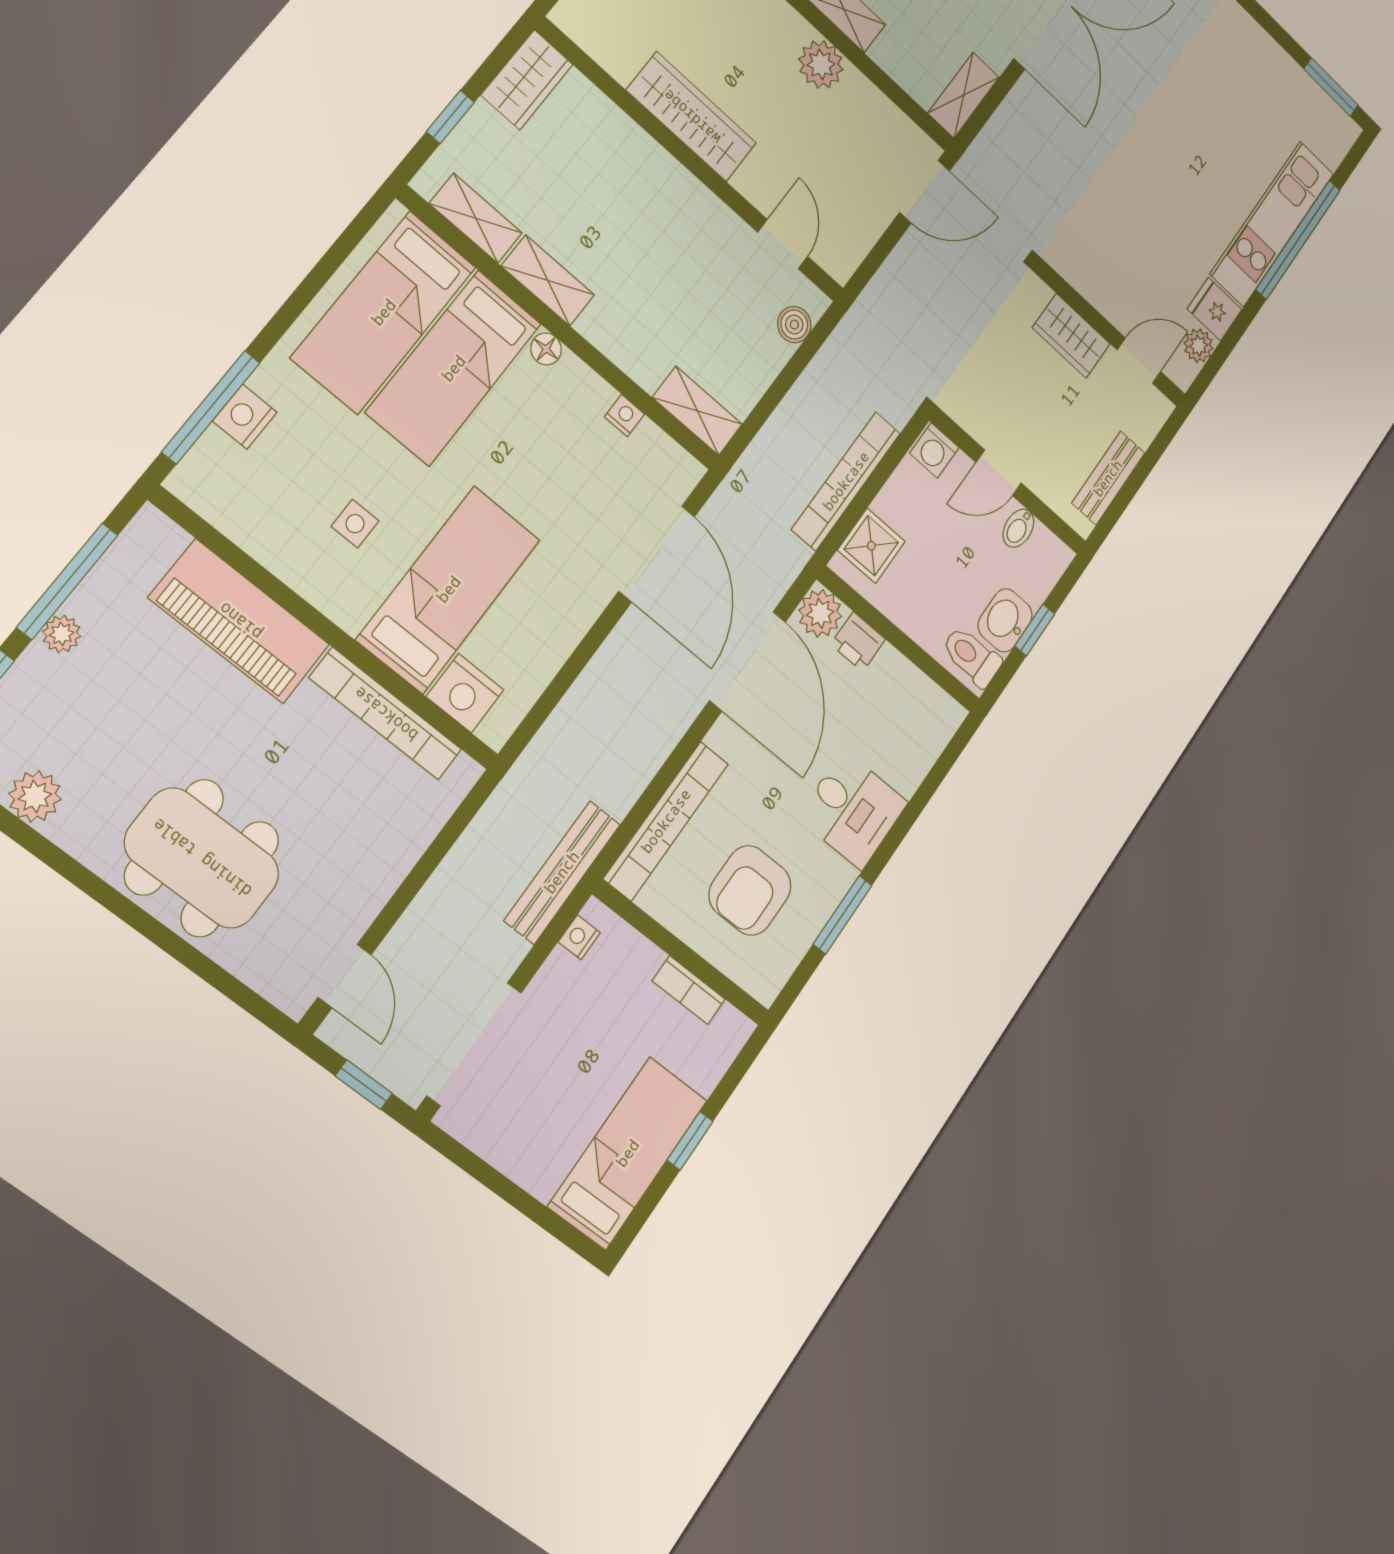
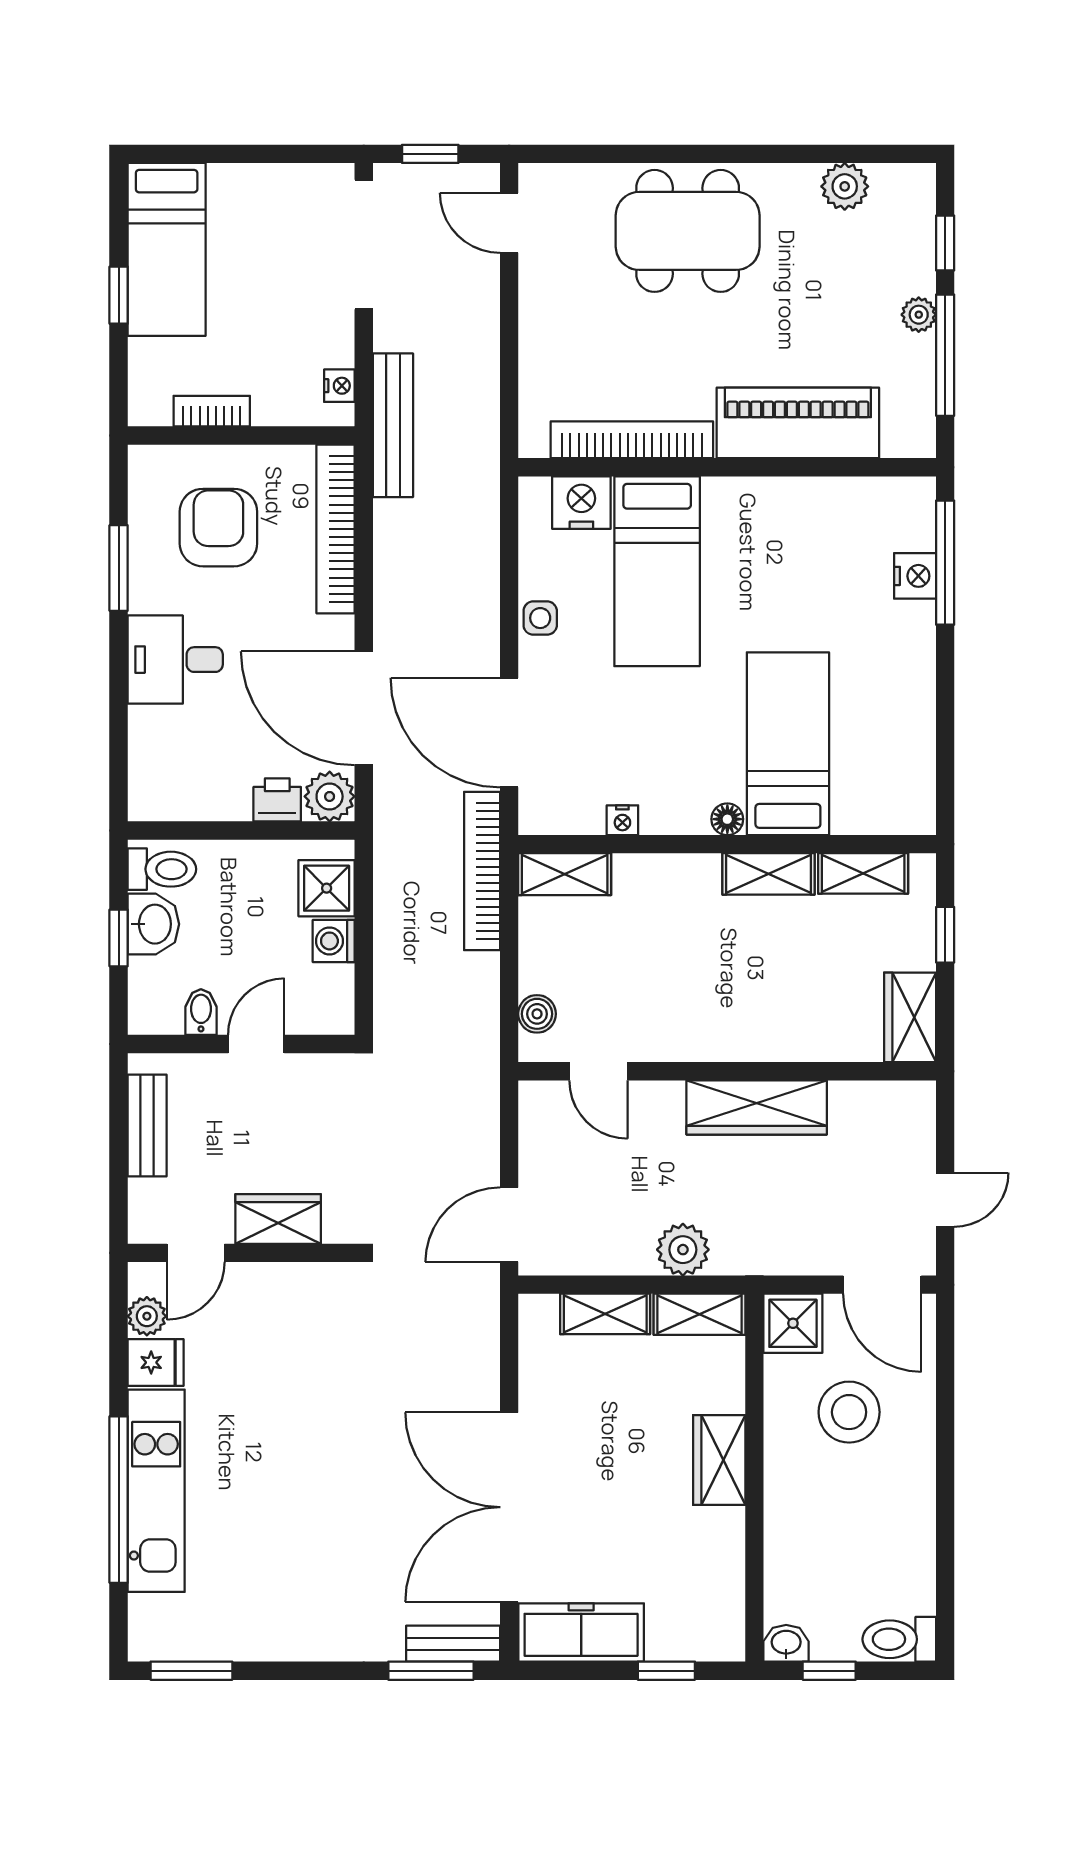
shelving: (964, 95) -> (605, 1314), moved, turned 90
bed: (384, 312) -> (875, 741), removed
washing machine: (934, 450) -> (334, 941), moved, turned -90
bookcase: (846, 481) -> (482, 871), moved, turned 180
side table: (355, 524) -> (540, 618), moved

